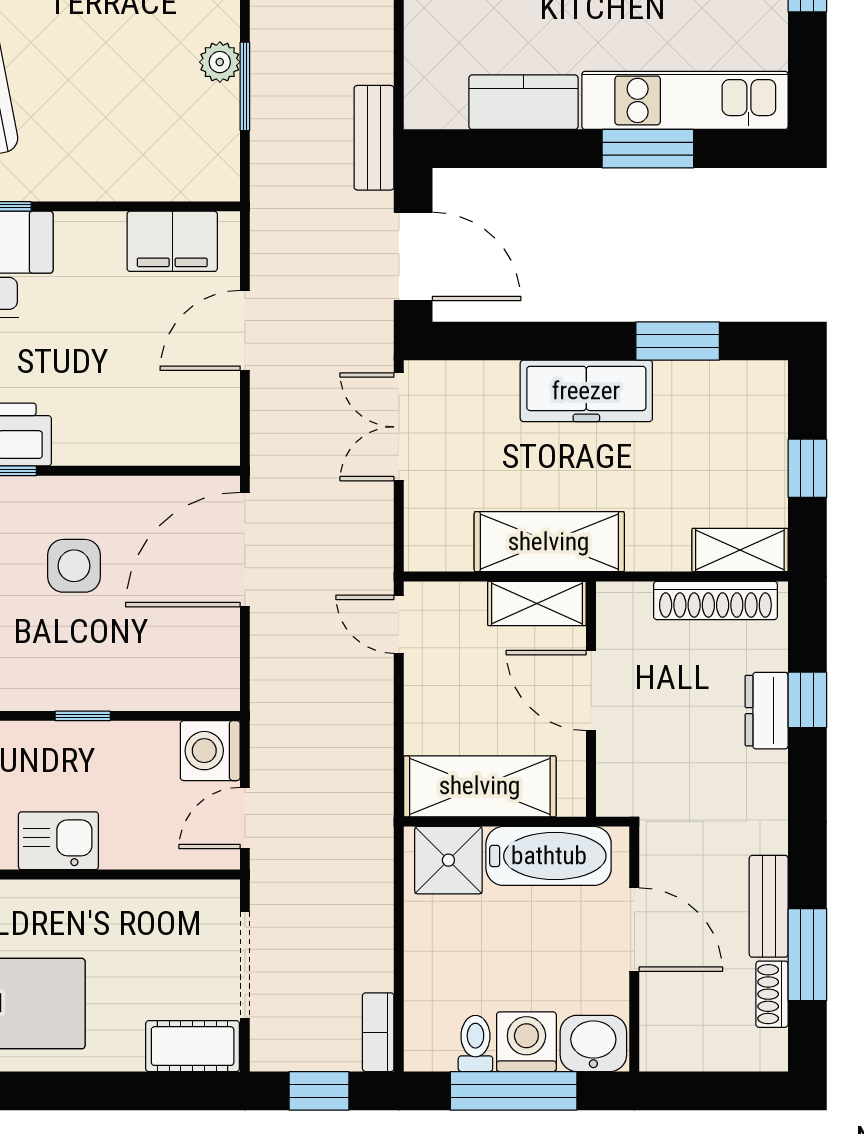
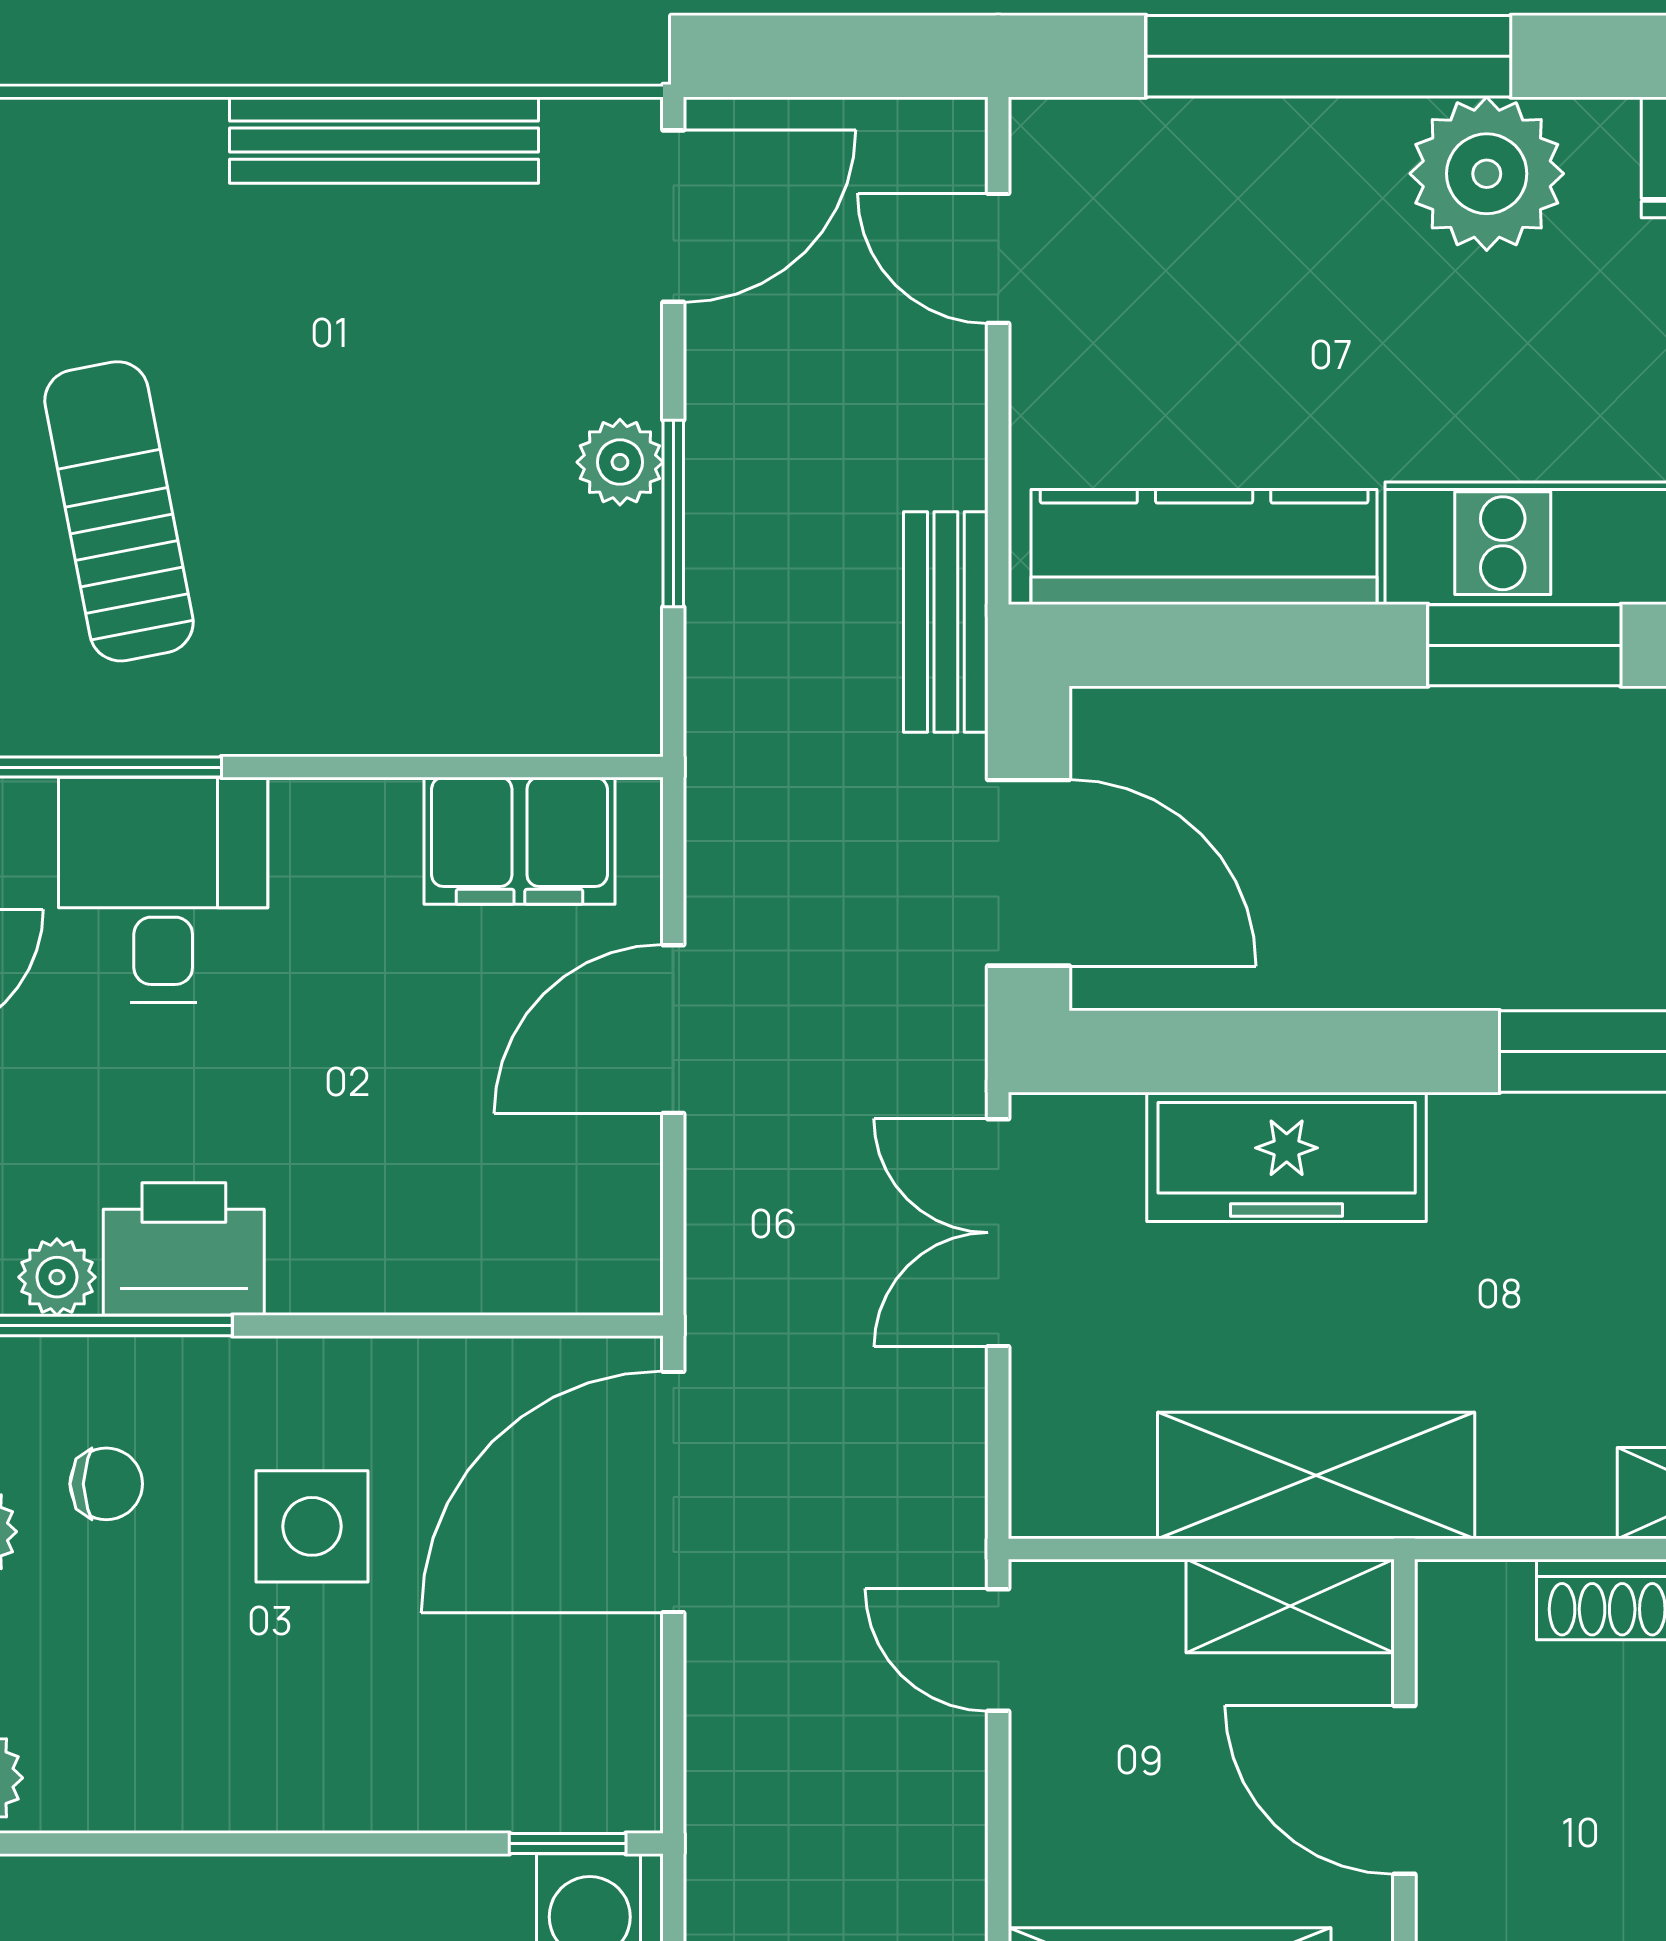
kitchen counter: (524, 102) -> (1204, 547), width x1.50
freezer: (586, 391) -> (1287, 1157), moved
window: (83, 716) -> (568, 1843), moved

